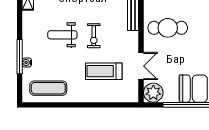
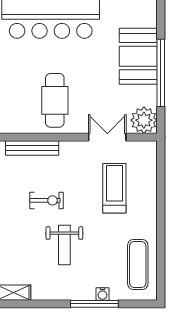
exercise bike: (94, 36) -> (46, 200), moved
treadmill: (104, 71) -> (114, 188), turned 180

